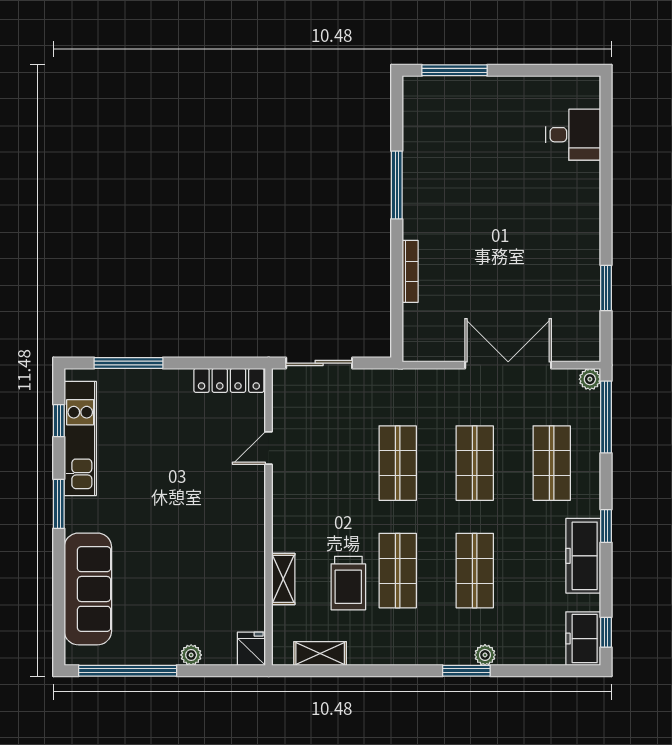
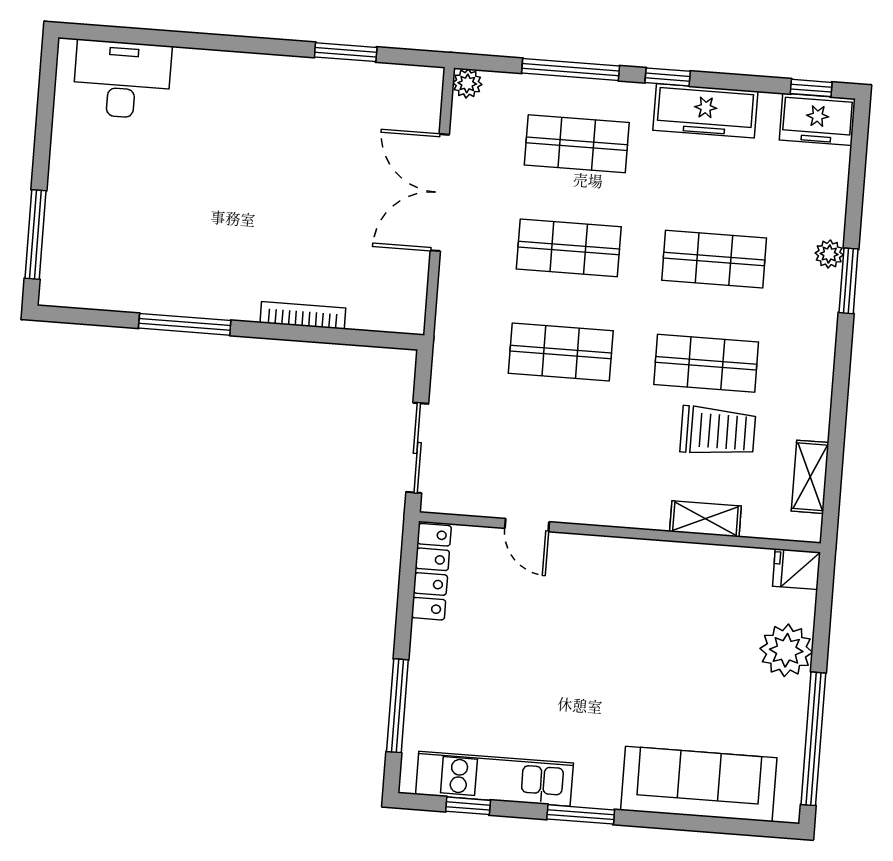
desk: (573, 135) -> (122, 80), width x1.37
window: (606, 417) -> (571, 69), moved
plant: (191, 655) -> (786, 650), width x1.87, depth x1.87

